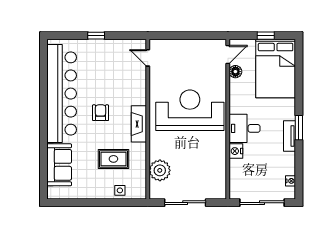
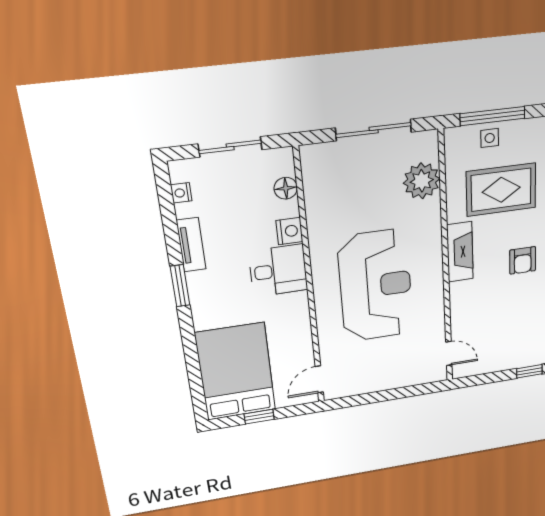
floor lamp: (235, 72) -> (286, 188), moved
reception desk: (190, 110) -> (376, 286), turned -90
tv unit: (290, 136) -> (191, 245), moved
rug: (113, 159) -> (501, 190), width x1.36, depth x1.43
window: (118, 203) -> (492, 116), added
sliding door: (262, 203) -> (230, 147), width x0.73

